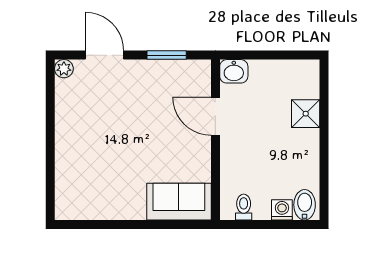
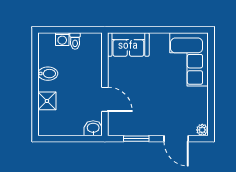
corner sofa: (84, 178) -> (189, 59), added
bidet: (305, 205) -> (48, 74), moved, turned -90
toilet: (244, 207) -> (75, 41), moved

